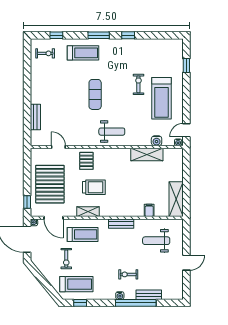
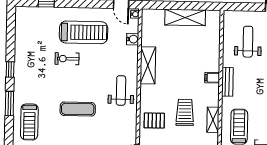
treadmill: (83, 53) -> (29, 122), turned 180
shelving: (147, 154) -> (148, 65), moved
shelving: (176, 199) -> (185, 18), moved
filing cabinet: (149, 210) -> (212, 78), moved
weight bench: (156, 241) -> (248, 42), turned 180

